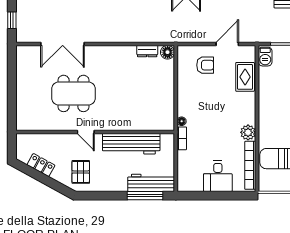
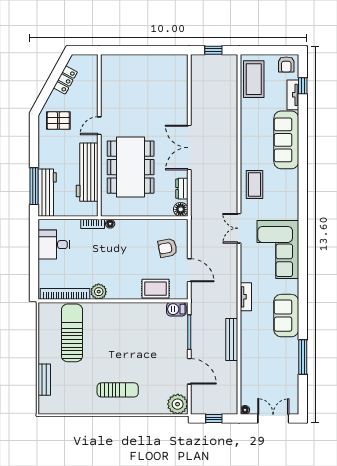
double door: (63, 44) -> (189, 148), moved
armchair: (205, 65) -> (168, 248), turned 79
dining table: (73, 93) -> (131, 167), moved, width x1.36, depth x1.24
desk: (218, 176) -> (54, 245), moved

